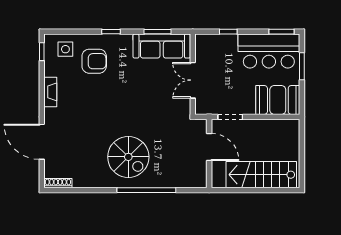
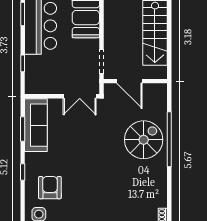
double door: (193, 80) -> (80, 96), moved
door: (209, 147) -> (129, 81), swing flipped
spiral stairs: (128, 157) -> (144, 140), moved

